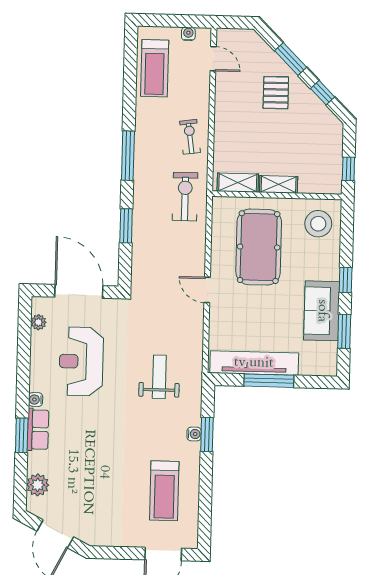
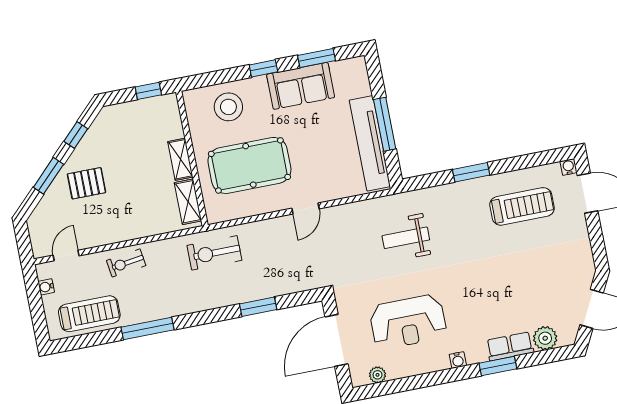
exercise bike: (190, 137) -> (126, 263), moved
window: (128, 156) -> (148, 328), moved
stool: (318, 224) -> (228, 107), moved
row of seats: (38, 430) -> (510, 346), moved
water cooler: (194, 434) -> (568, 167), moved
window: (207, 435) -> (471, 172), moved

